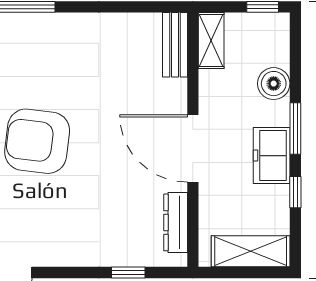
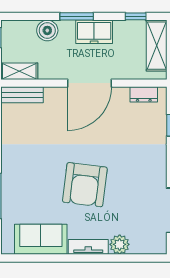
window: (295, 192) -> (136, 16), moved
dresser: (176, 222) -> (144, 94), width x0.70

